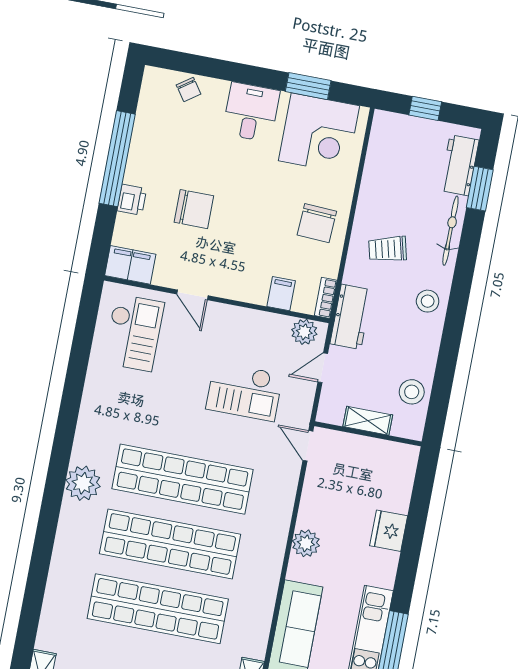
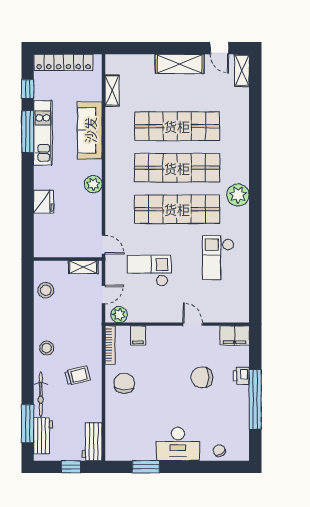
desk: (251, 112) -> (178, 444), width x1.37
corner desk: (319, 133) -> (134, 439), removed
window: (480, 189) -> (28, 424), width x1.44
bookcase: (326, 298) -> (110, 345), width x1.56
workbench: (351, 317) -> (92, 442), moved
checkout: (134, 333) -> (218, 258), moved
shelving: (368, 421) -> (83, 267), moved

